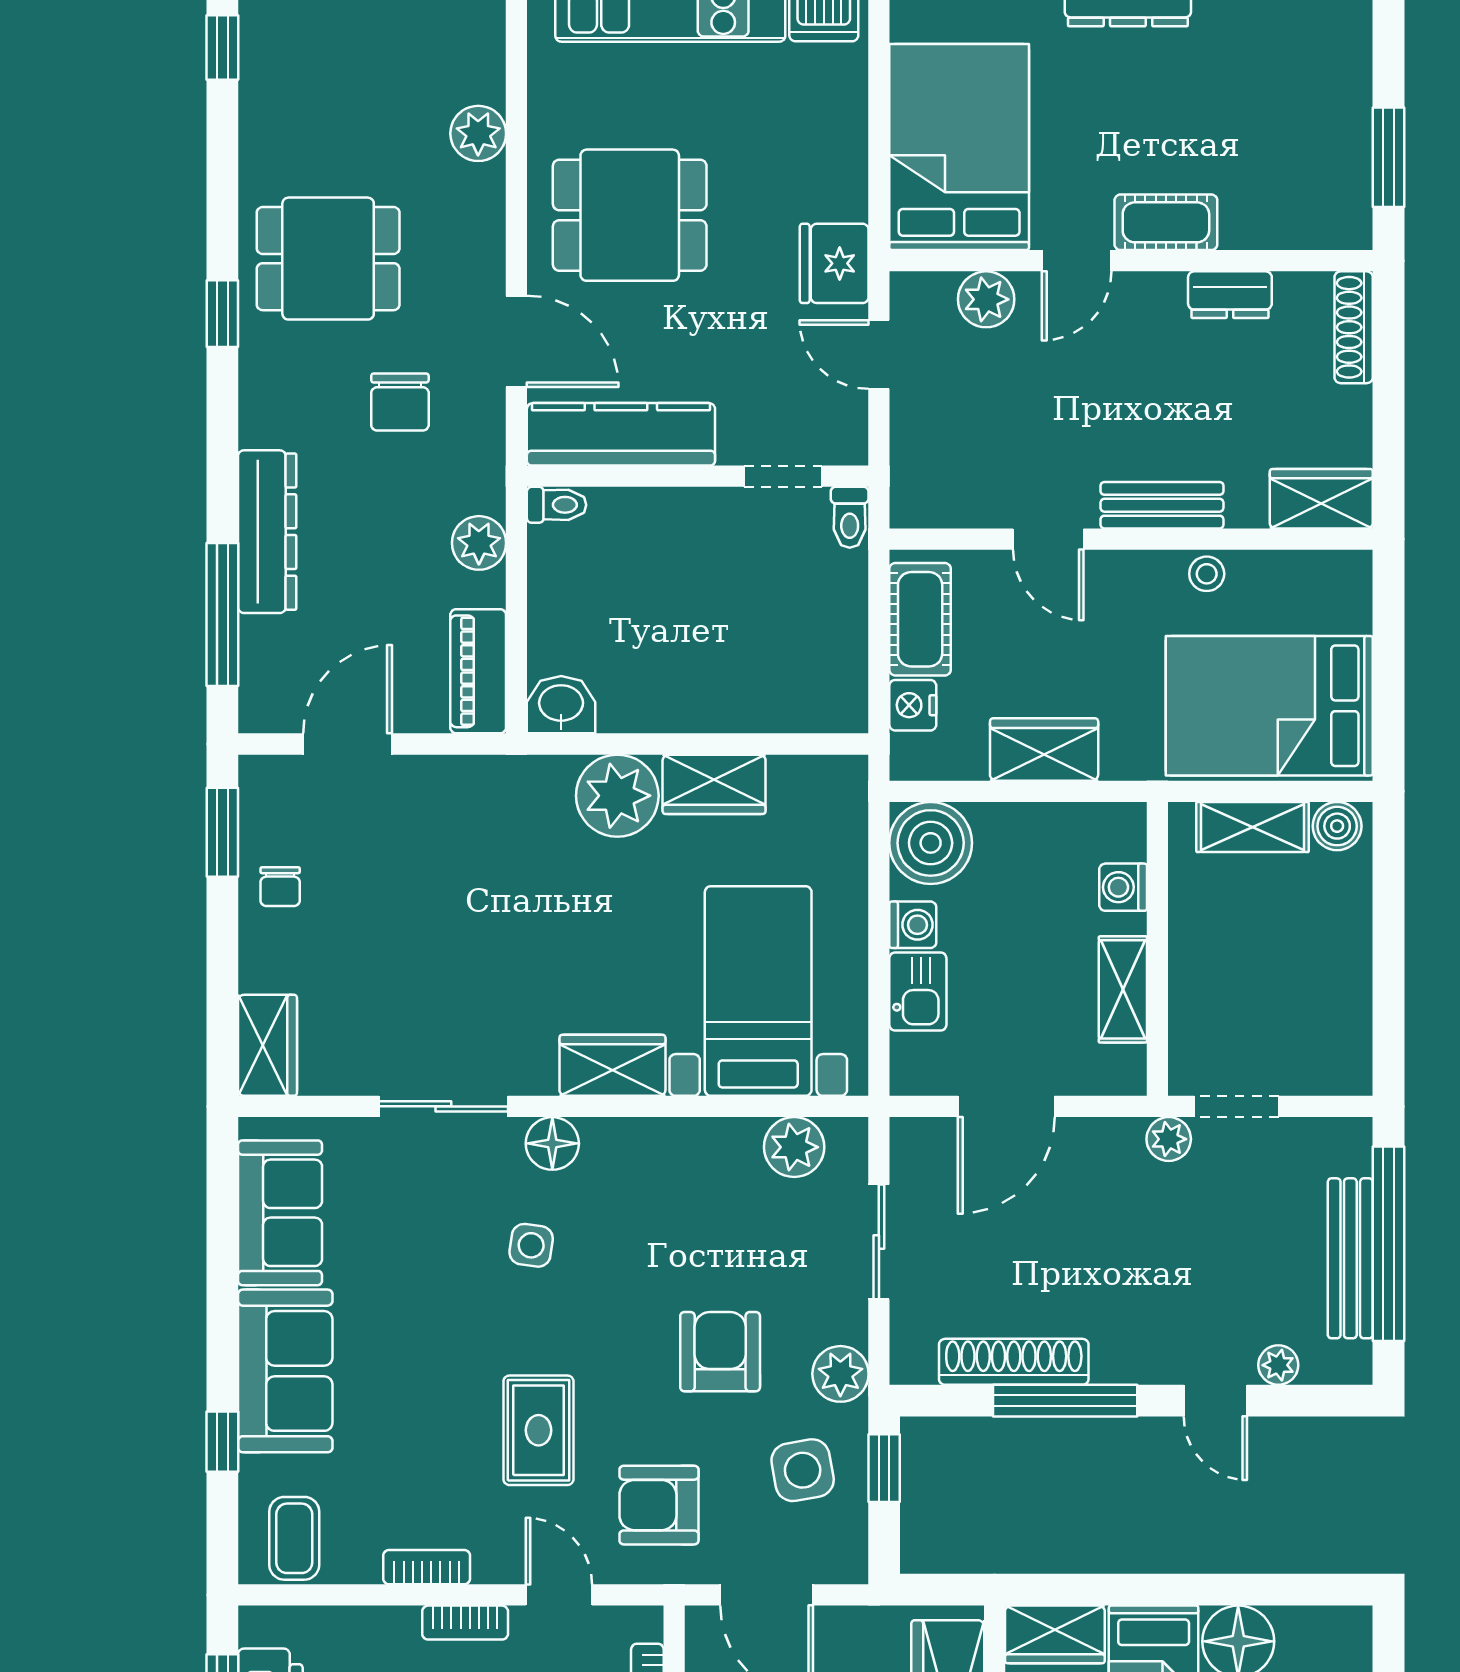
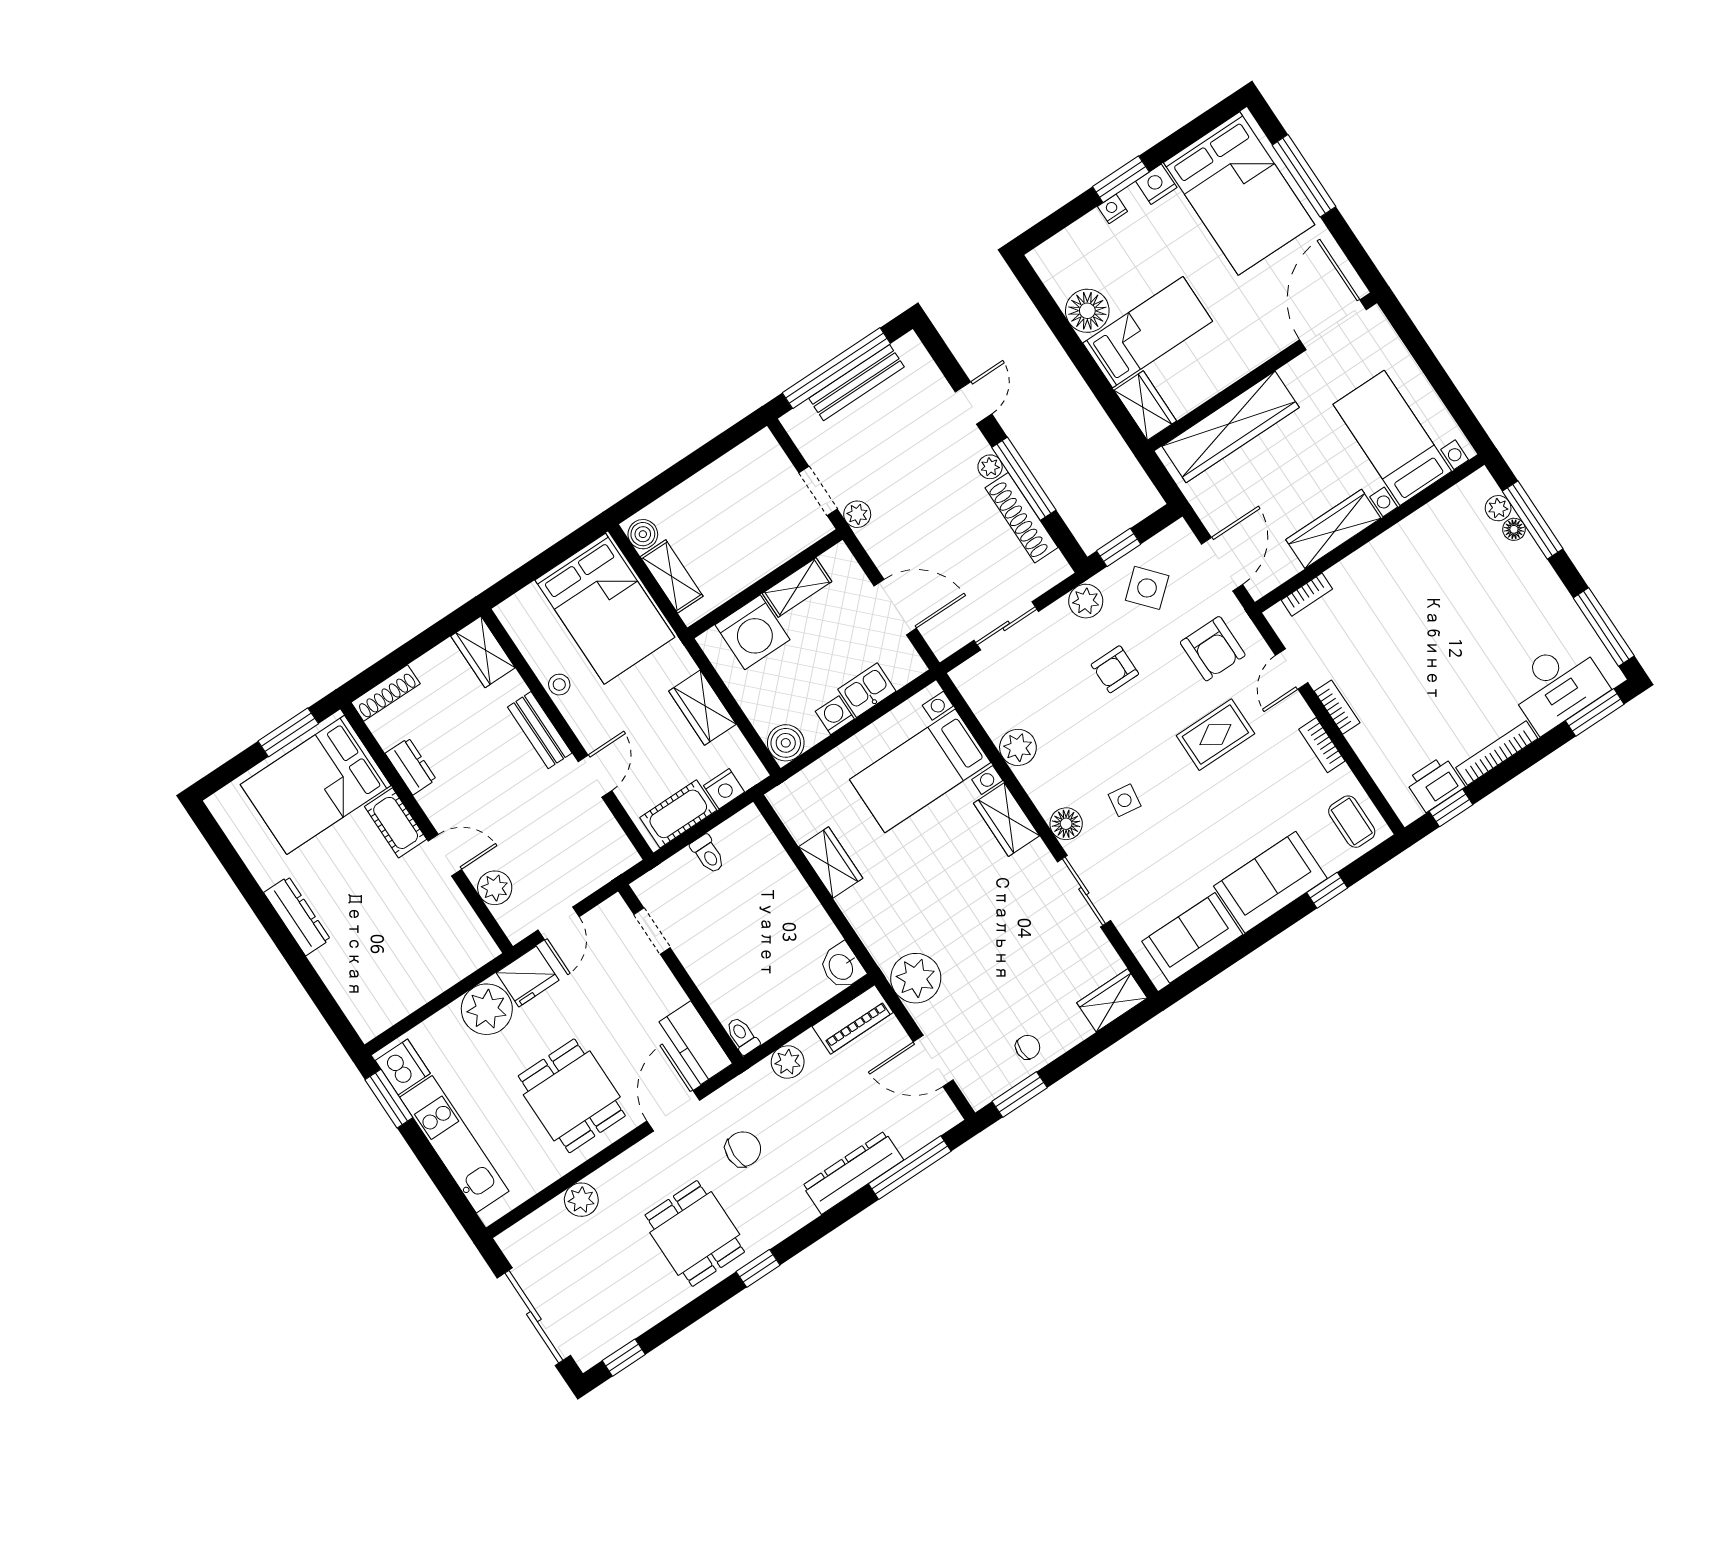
bed: (959, 147) -> (316, 785), moved
plant: (826, 178) -> (487, 1009), added
kitchen counter: (621, 434) -> (696, 1043), width x0.67
toilet: (850, 517) -> (708, 854), moved, turned 90
plant: (617, 796) -> (916, 978), moved
boiler: (931, 843) -> (786, 743), width x0.73, depth x0.73
washing machine: (1123, 887) -> (752, 632), width x1.89, depth x1.89
plant: (794, 1147) -> (1018, 747), moved
armchair: (720, 1352) -> (1115, 669), width x0.72, depth x0.72
plant: (1278, 1365) -> (990, 467), moved
side table: (803, 1470) -> (1147, 588), turned -31
coffee table: (294, 1538) -> (1352, 822), turned 90

